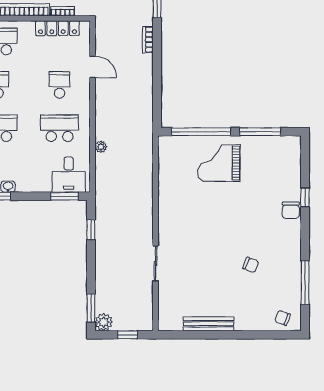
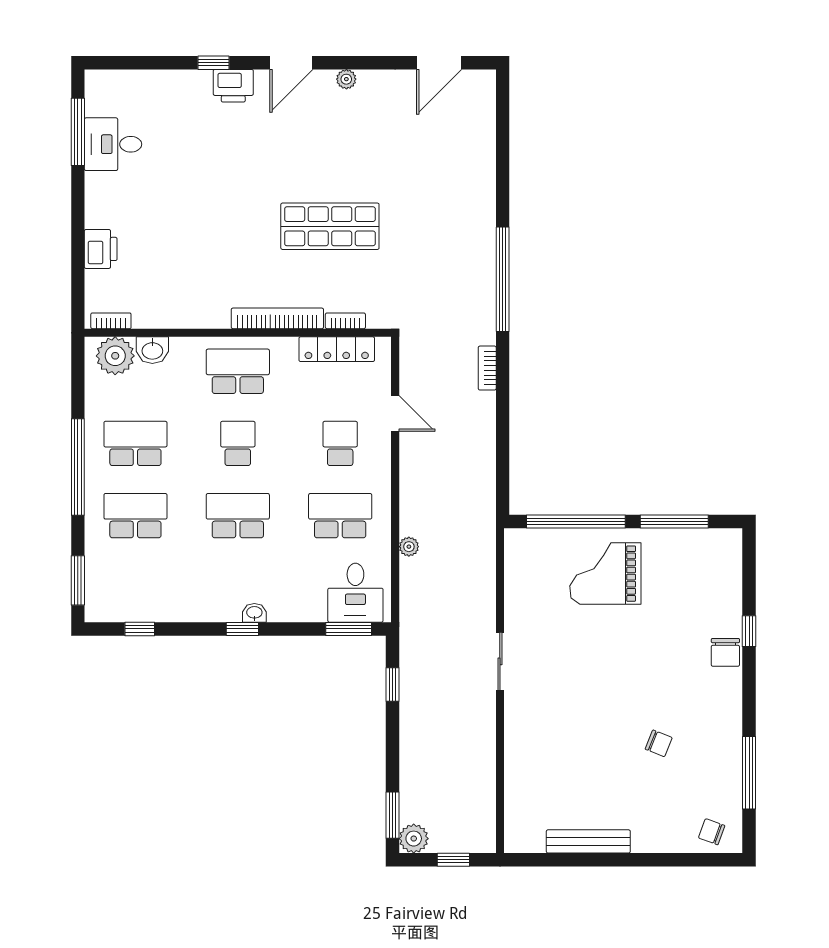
sliding door: (155, 263) -> (500, 661), moved

